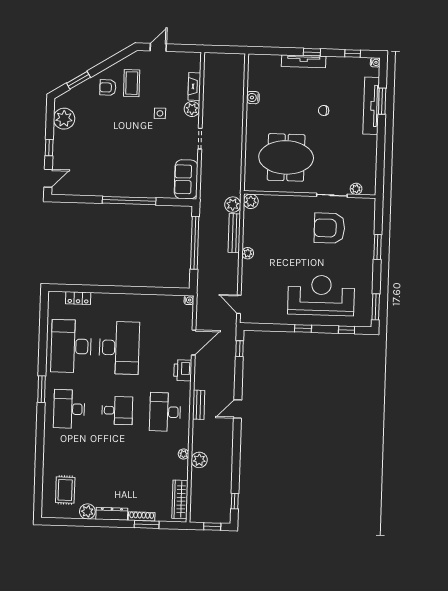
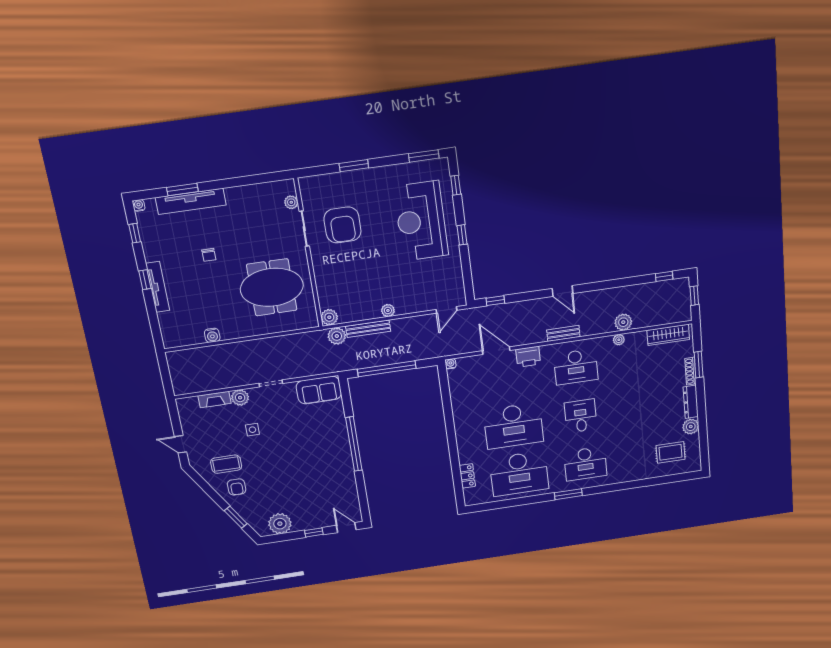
meeting table: (286, 157) -> (272, 287), turned 90
desk: (119, 348) -> (513, 426), turned 180

